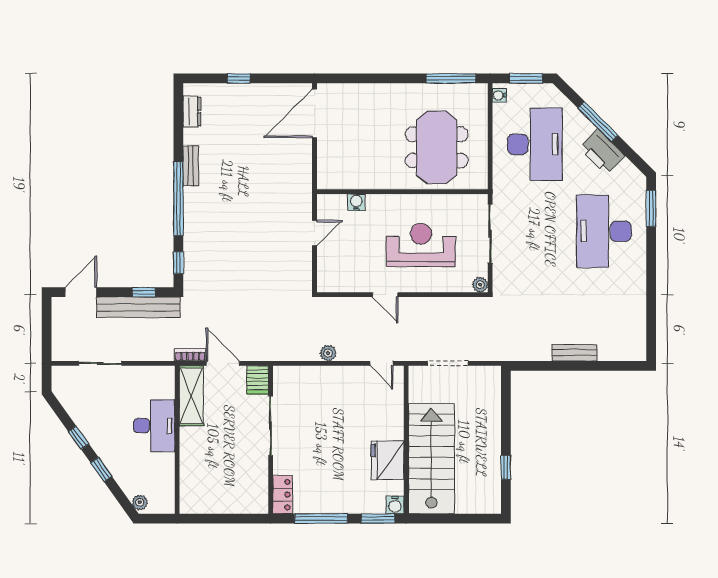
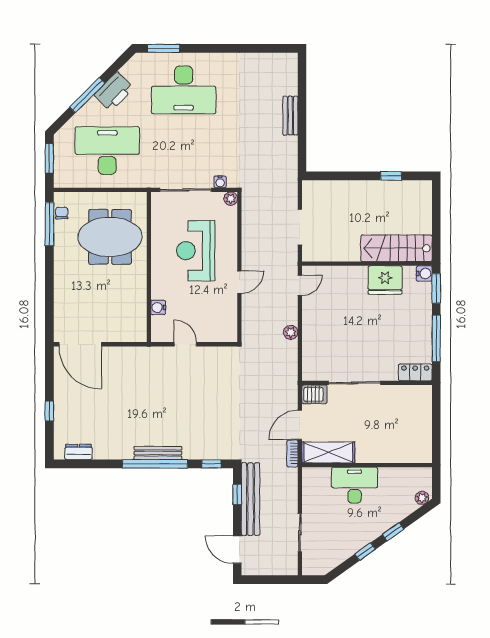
chair: (464, 93) -> (62, 213), added
water cooler: (499, 95) -> (220, 182), moved
bench: (191, 166) -> (158, 453), moved, width x1.36
stairs: (431, 459) -> (396, 248), width x0.73, depth x0.66

